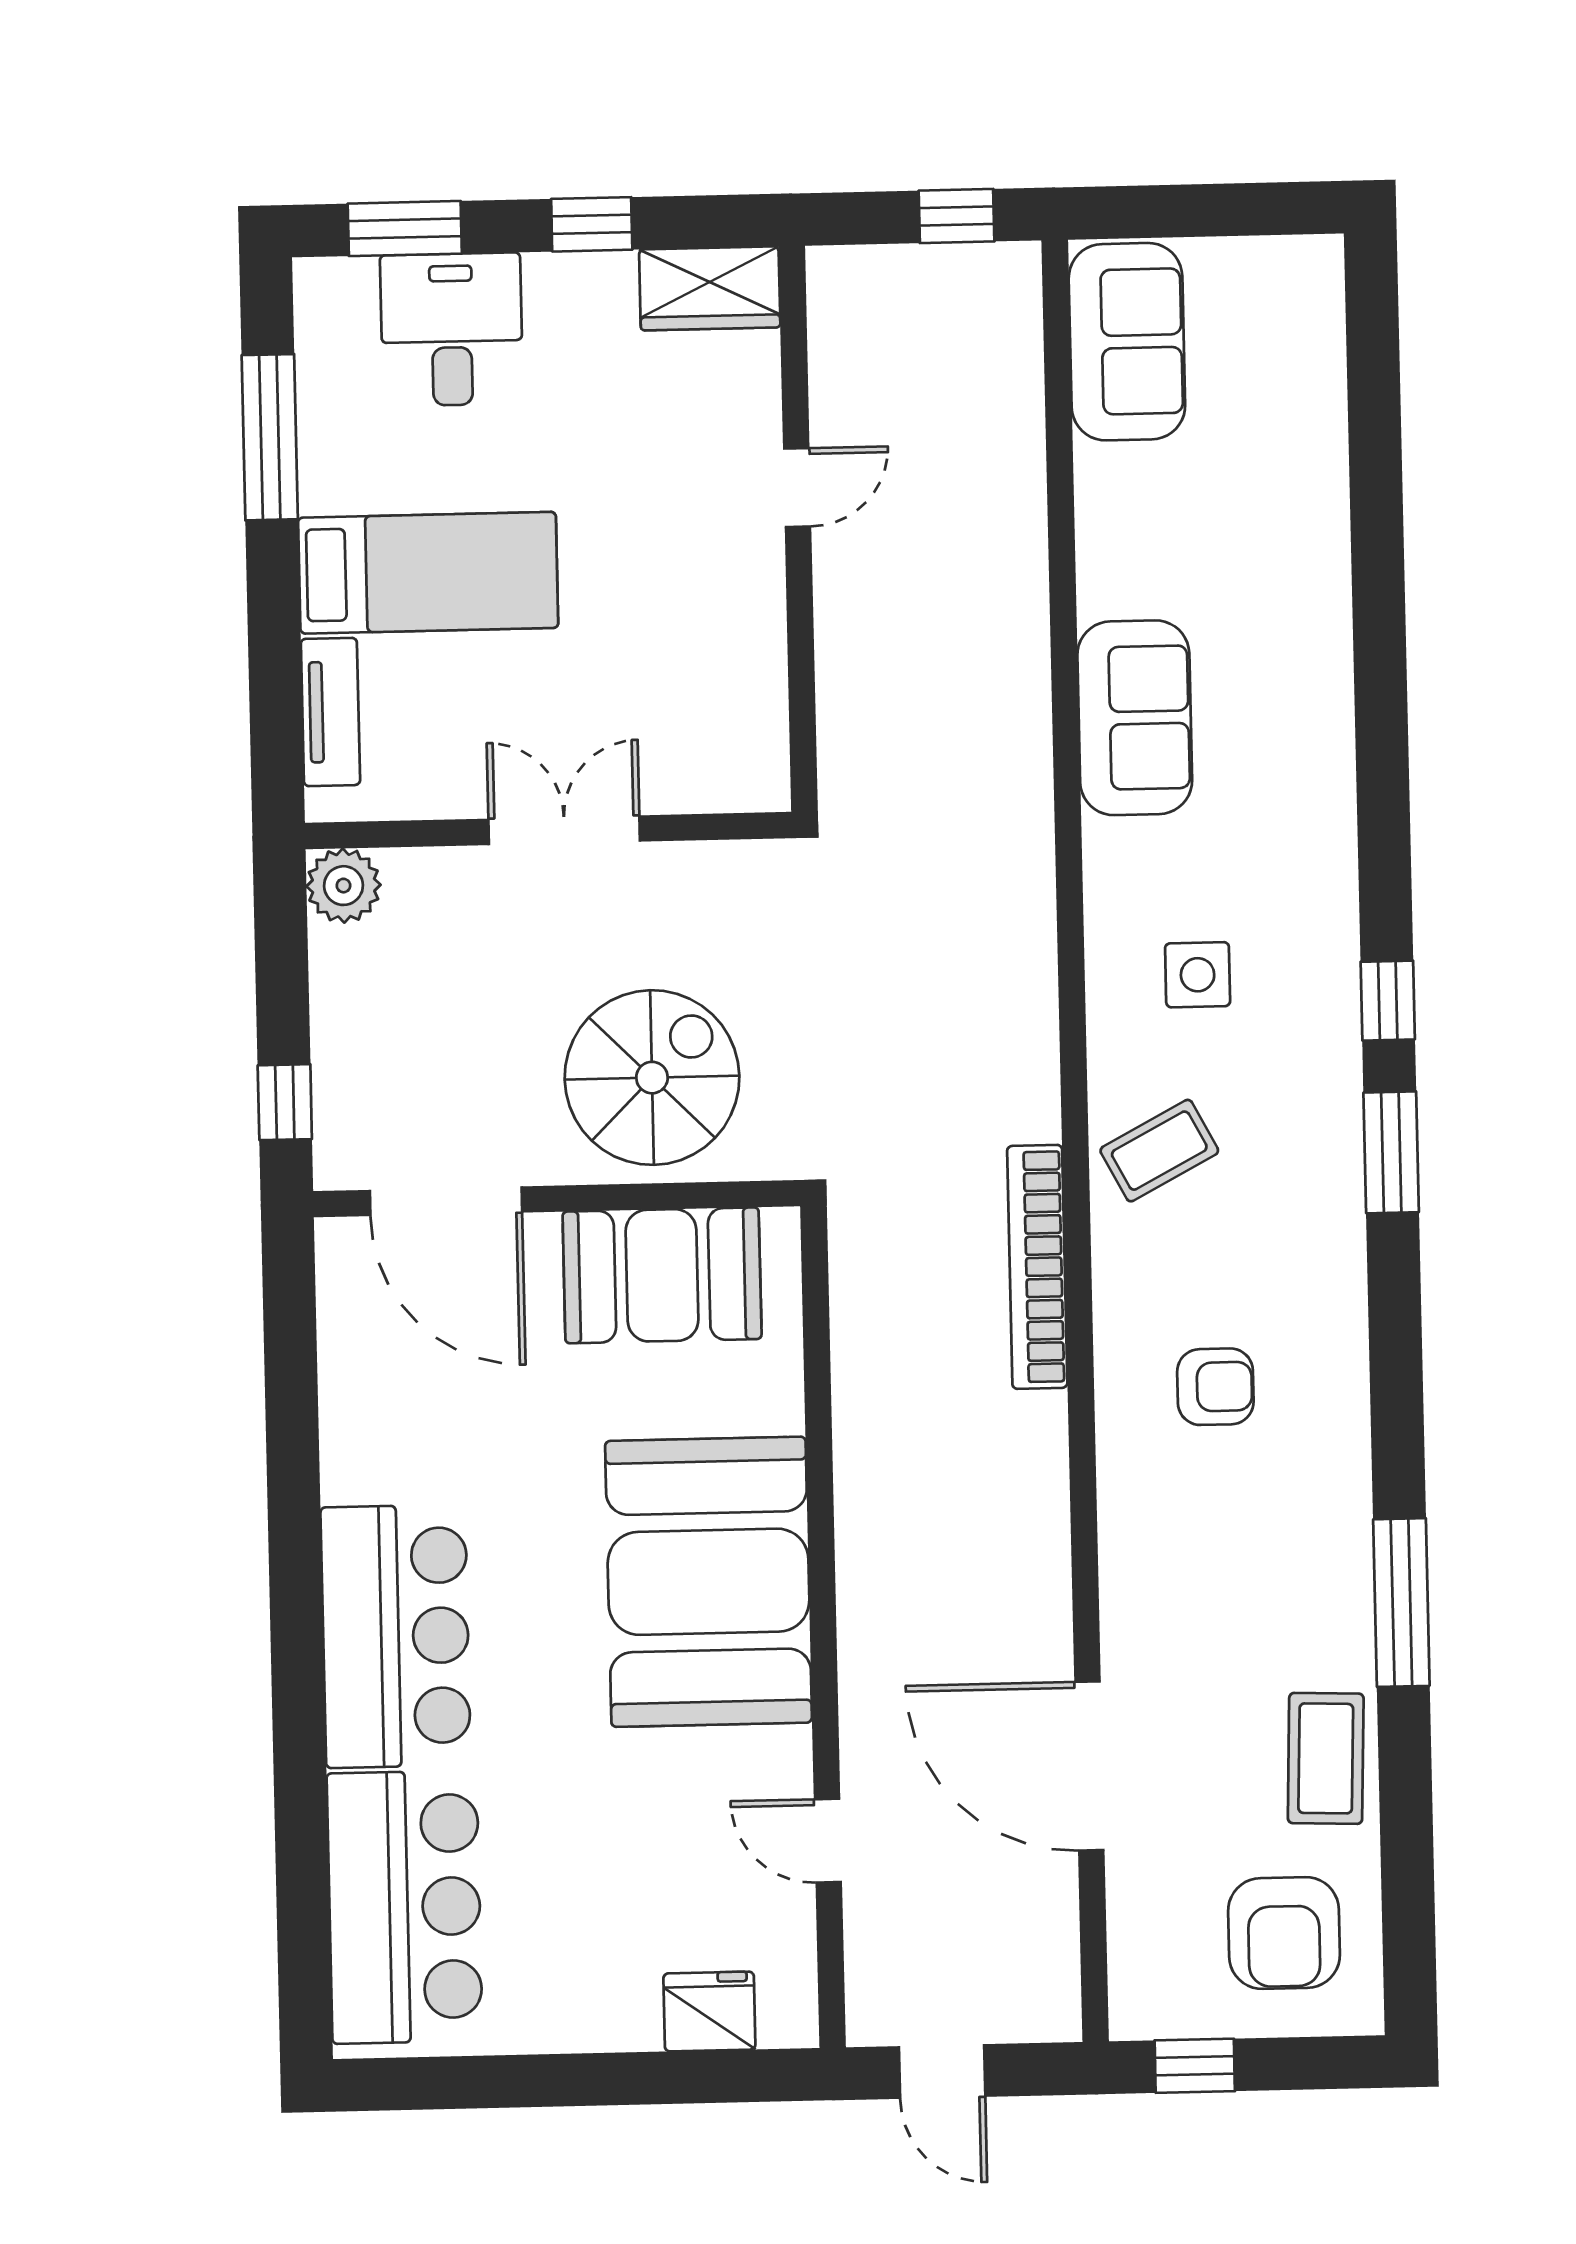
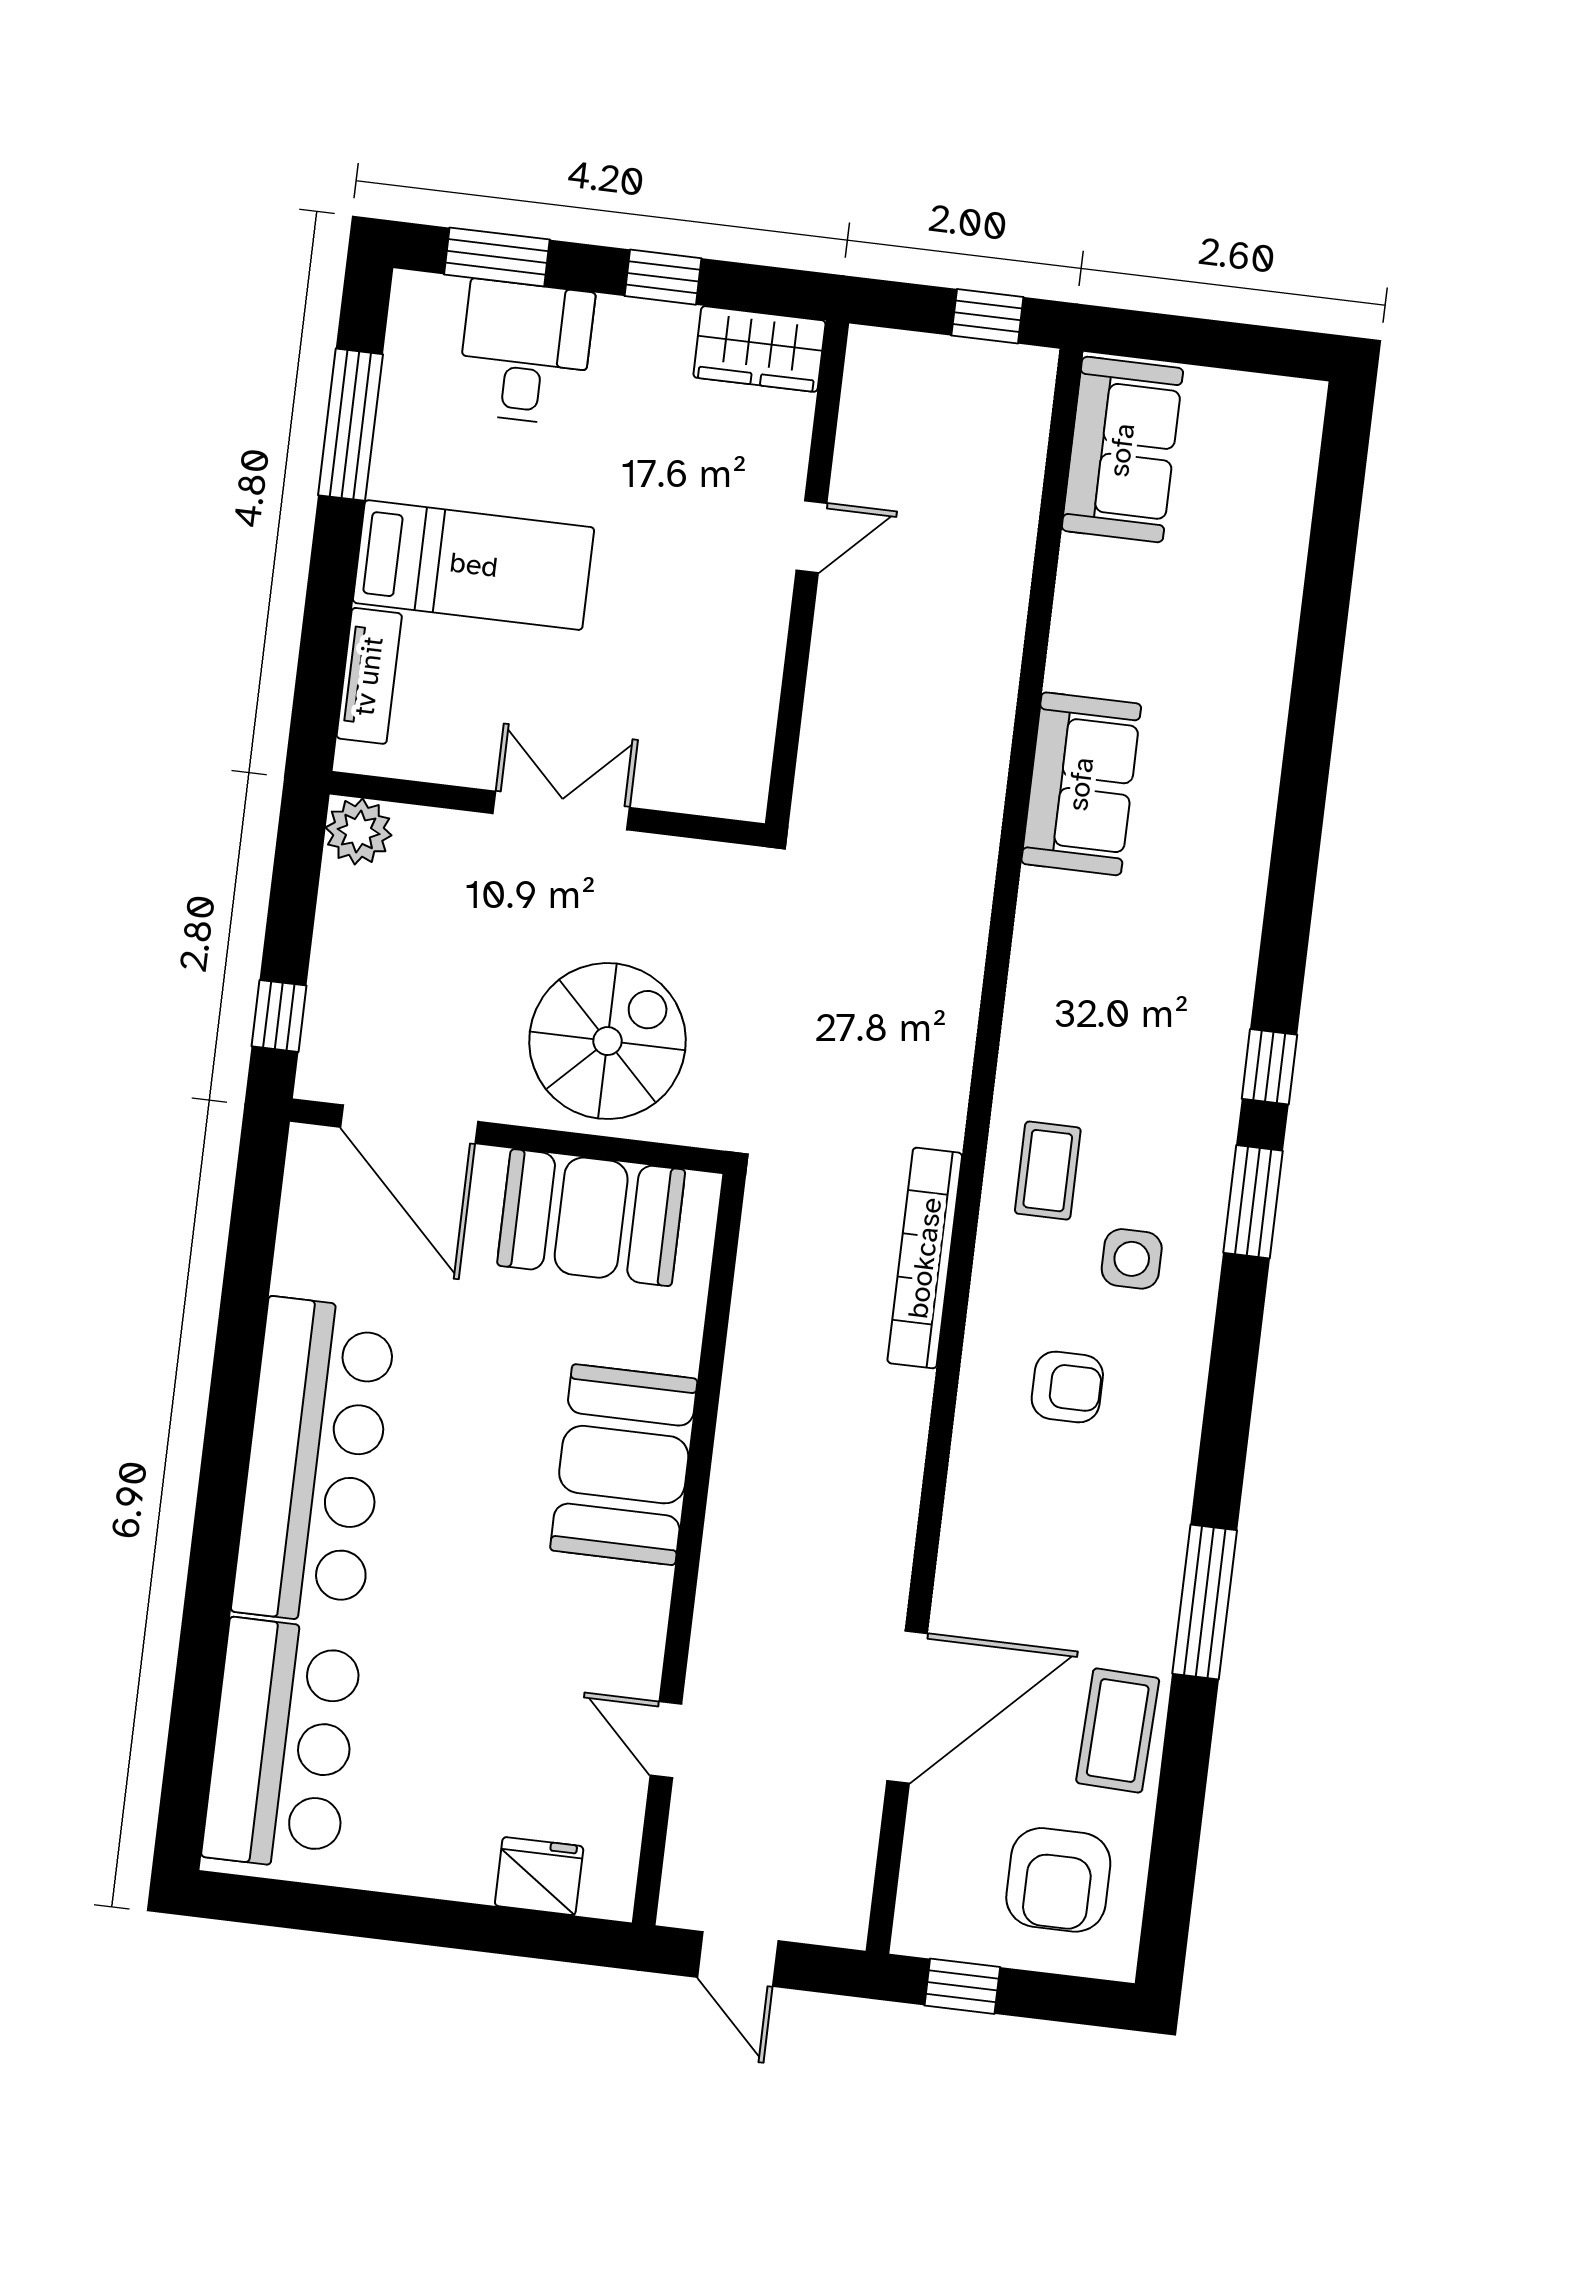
side table: (1198, 975) -> (1132, 1259), moved
coffee table: (1159, 1151) -> (1048, 1171), turned -62
booth: (708, 1582) -> (624, 1465), width x0.73, depth x0.70
bar counter: (396, 1636) -> (314, 1461), width x1.36
door: (1089, 1766) -> (907, 1707), swing flipped

